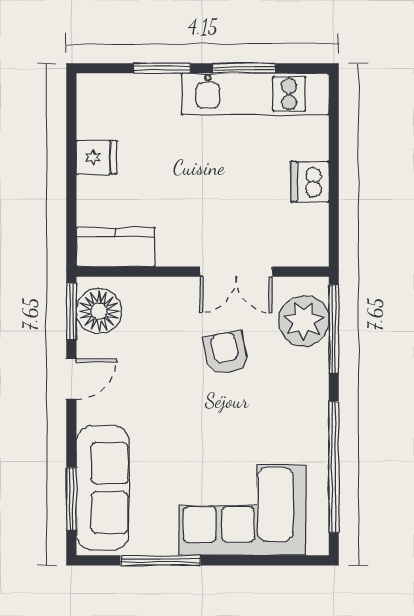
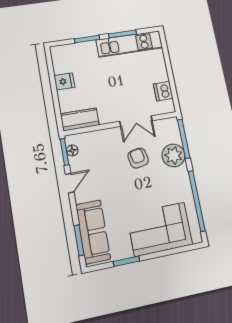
dishwasher: (310, 182) -> (163, 91), moved
floor lamp: (99, 311) -> (72, 150), width x0.53, depth x0.53
plant: (304, 321) -> (174, 155), moved
window: (160, 560) -> (126, 261), width x0.69

